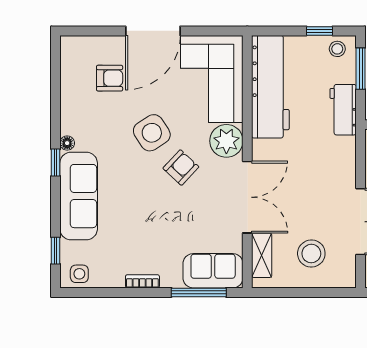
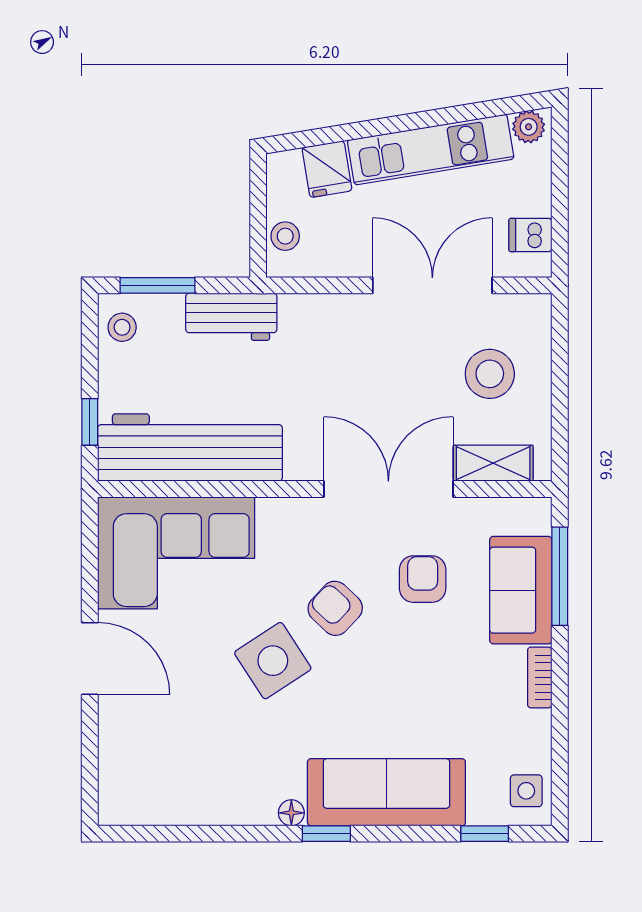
door: (153, 31) -> (90, 659), width x0.73
window: (320, 31) -> (90, 422), moved
armchair: (110, 78) -> (423, 579), moved
plant: (226, 141) -> (287, 526), removed
sofa: (213, 271) -> (521, 590), moved

